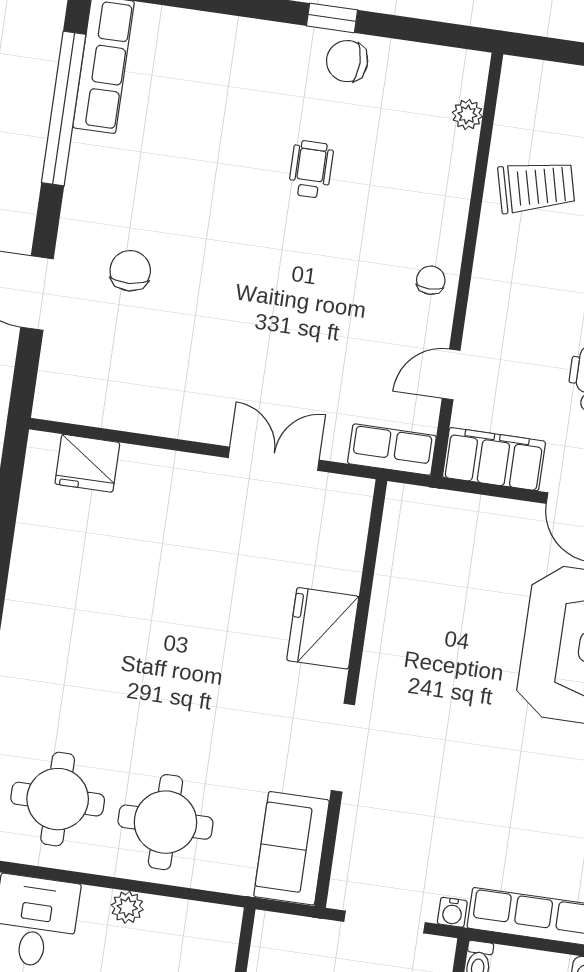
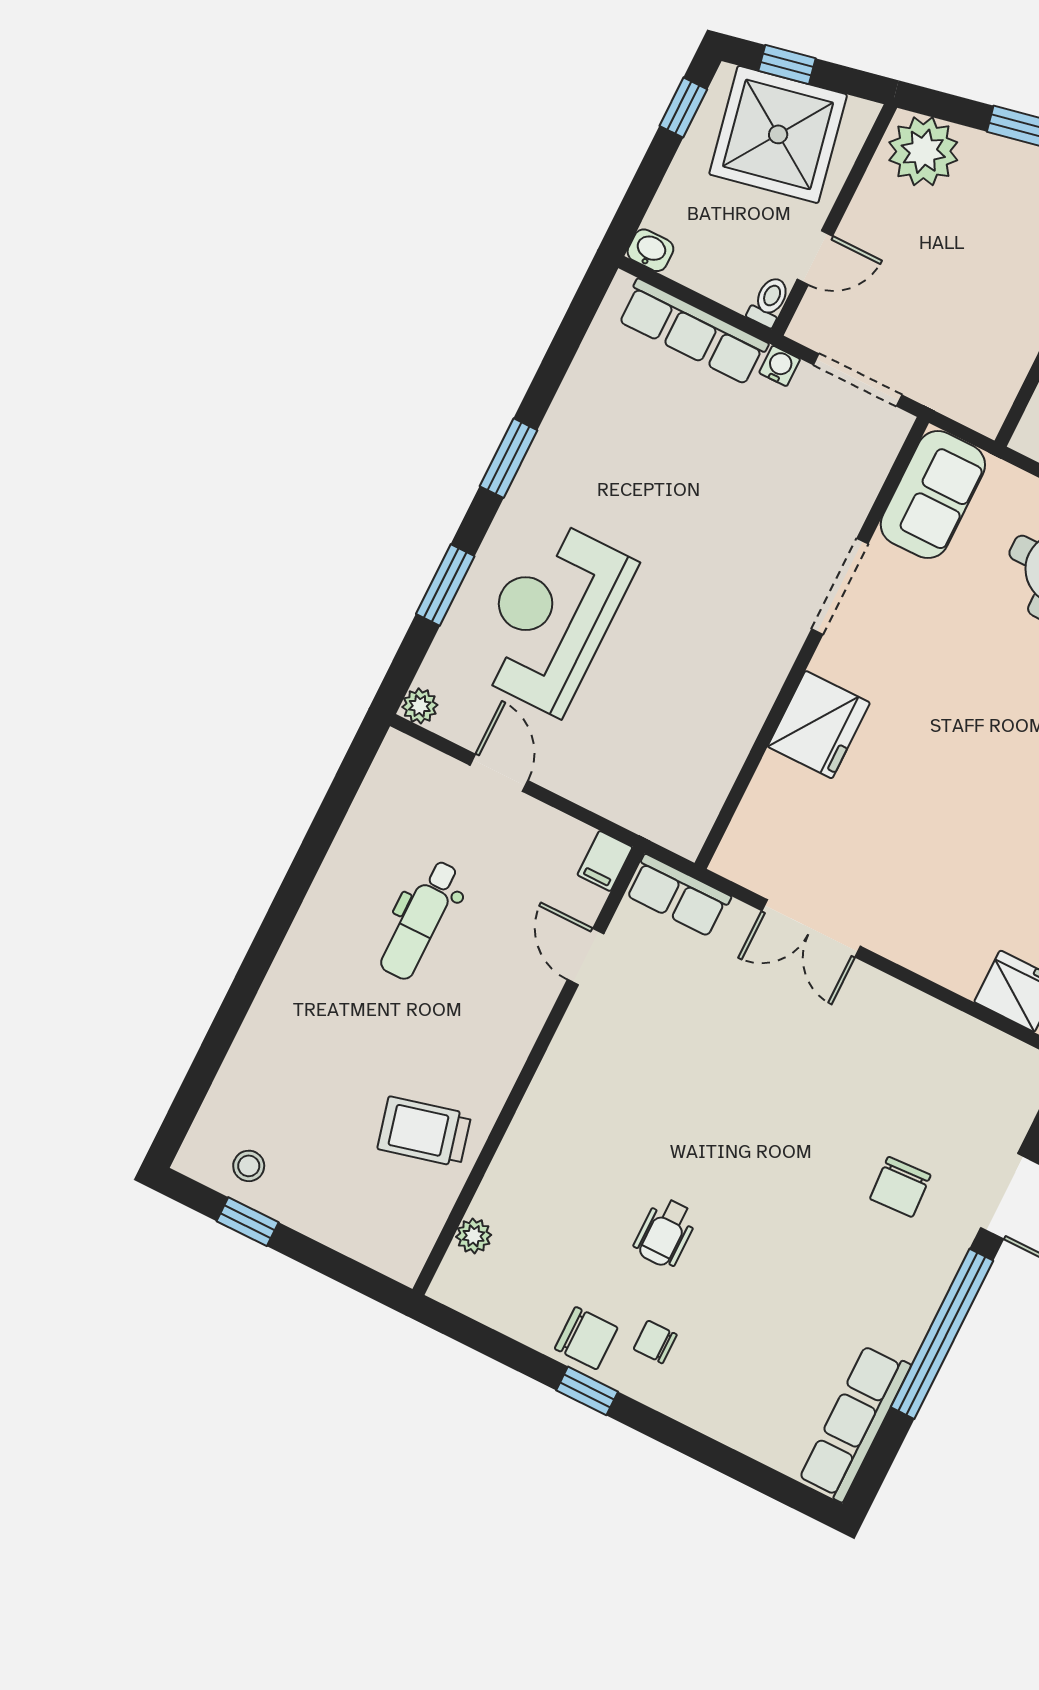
window: (64, 109) -> (942, 1334), moved
chair: (431, 280) -> (655, 1342), moved, turned 90
door: (451, 374) -> (586, 957), swing flipped
filing cabinet: (494, 459) -> (605, 861), width x0.33, depth x0.86

